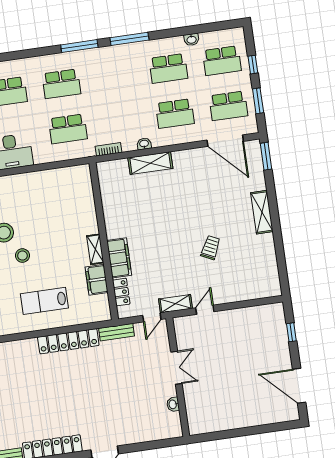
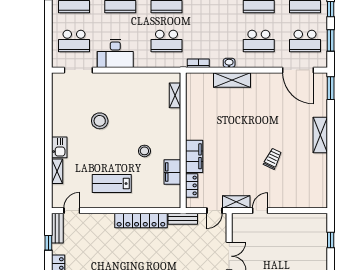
shelving: (95, 249) -> (175, 95), moved
stool: (22, 256) -> (144, 151), moved
lab bench: (44, 301) -> (112, 184), moved

